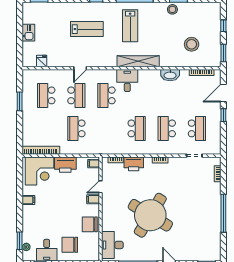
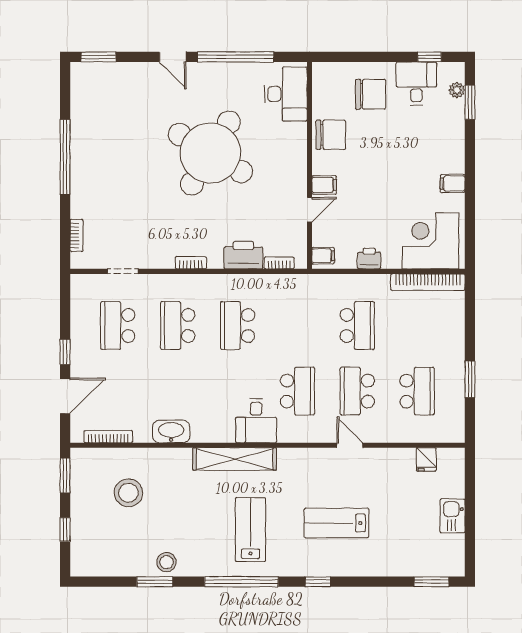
door: (80, 68) -> (350, 445), hinge flipped
school desk: (167, 128) -> (178, 326), turned 180
printer: (65, 165) -> (369, 258), width x0.53, depth x0.68

